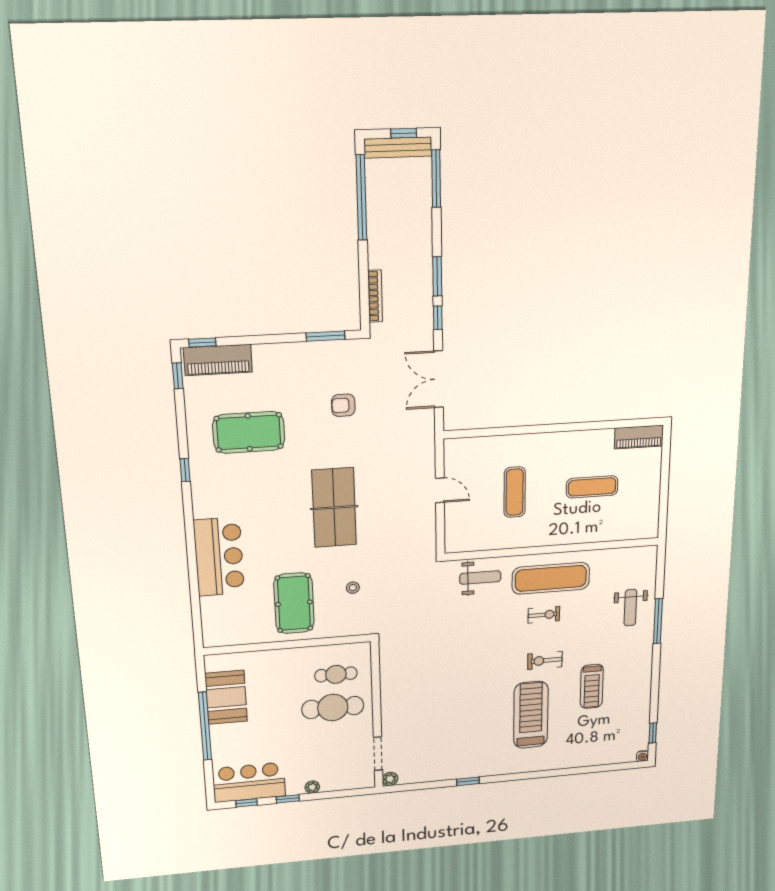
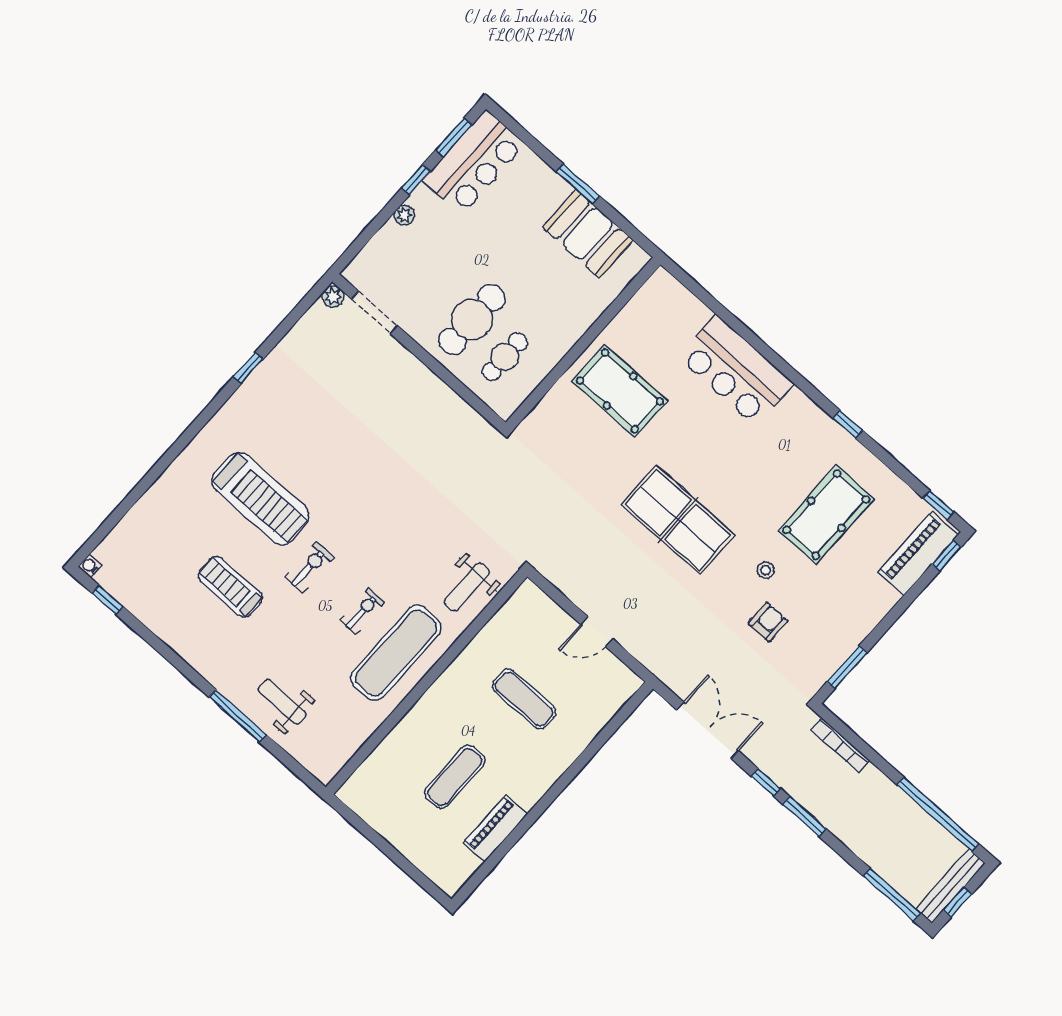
piano: (639, 437) -> (495, 828), moved
stool: (353, 588) -> (766, 570), moved
exercise bike: (544, 615) -> (362, 611), turned 180
window: (205, 726) -> (578, 184), width x0.47
window: (246, 803) -> (454, 137), width x1.50

